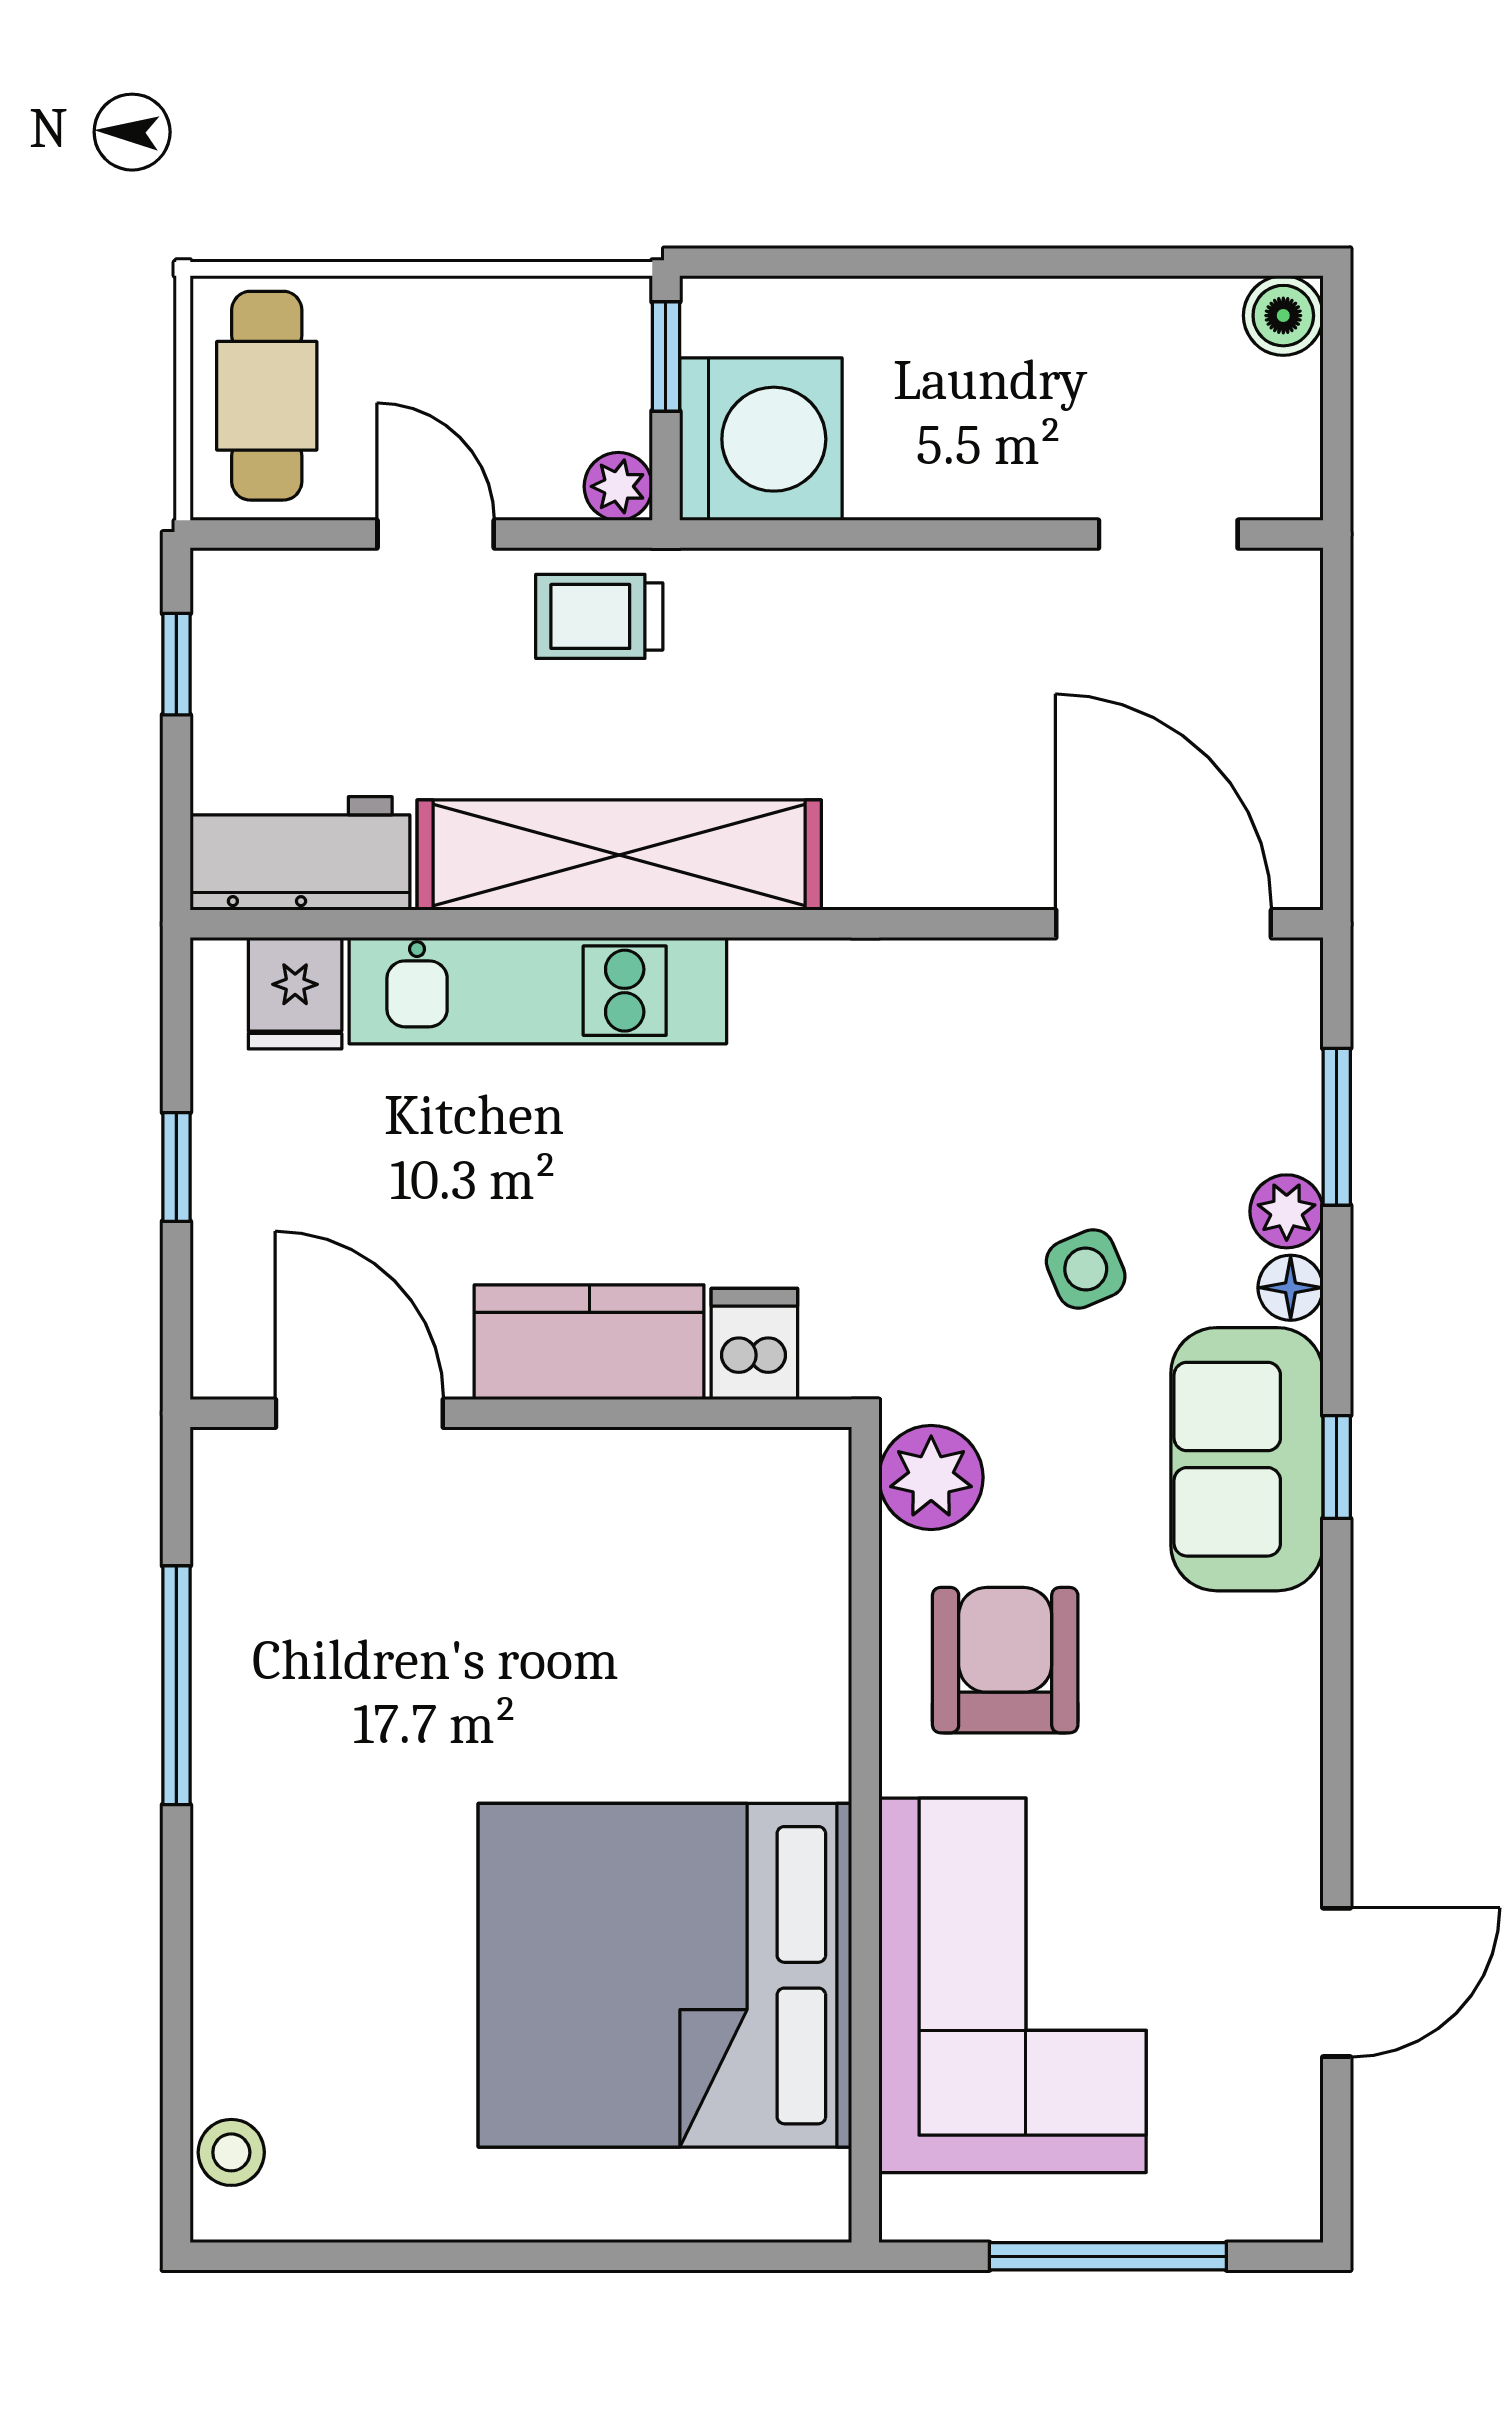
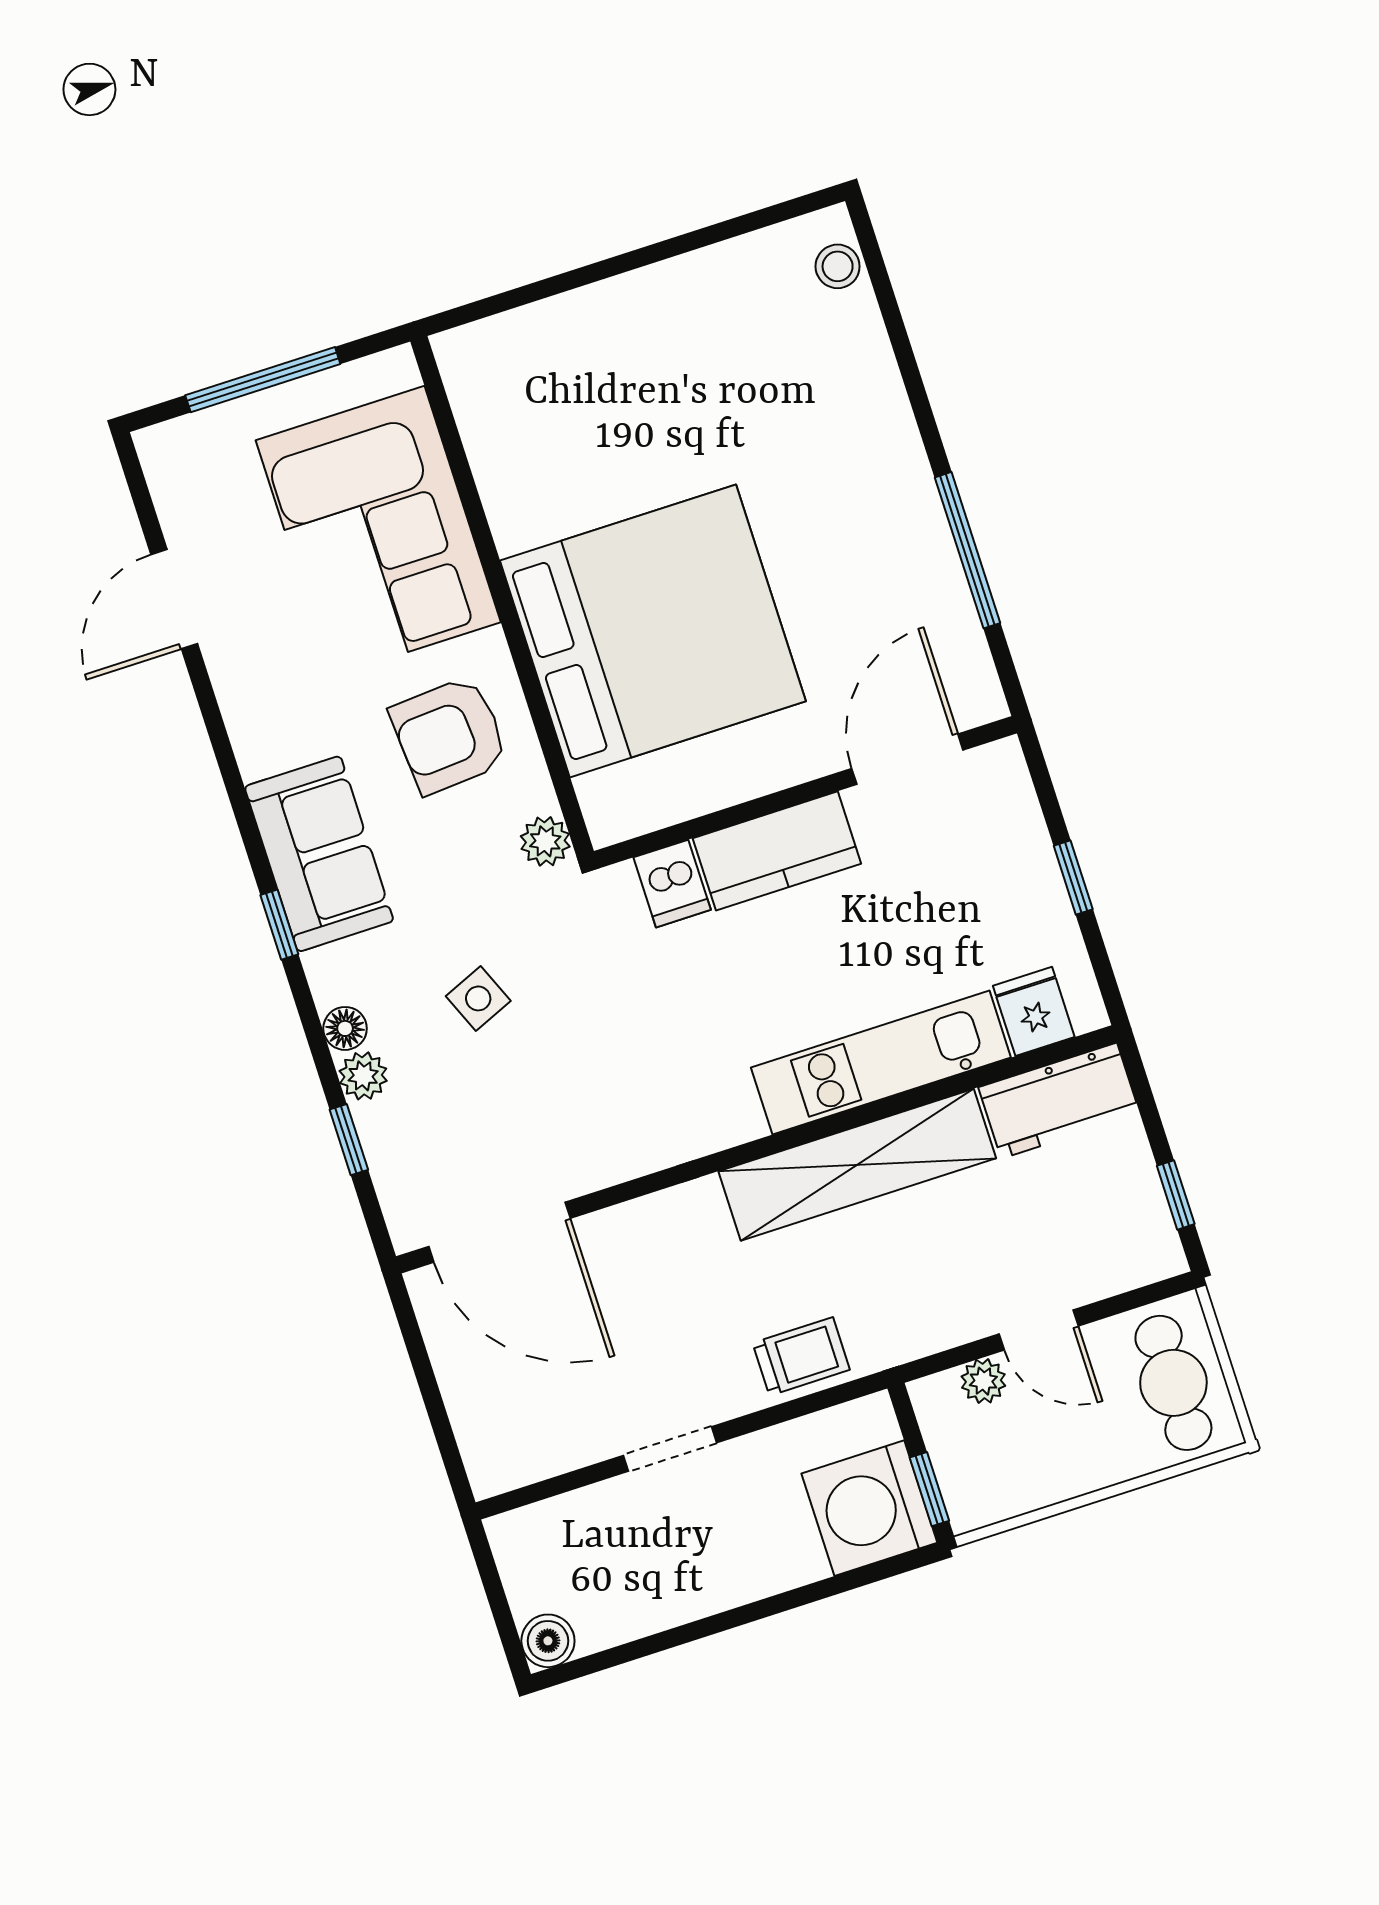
washing machine: (761, 439) -> (869, 1508), moved
plant: (618, 486) -> (983, 1381), moved
doorway: (1168, 534) -> (670, 1449), moved
trolley: (599, 616) -> (801, 1356), moved
window: (1337, 1127) -> (349, 1140), width x0.67
door: (359, 1413) -> (907, 759), swing flipped
sofa: (1247, 1459) -> (319, 854), moved
plant: (931, 1477) -> (545, 841), width x0.73, depth x0.73
armchair: (1005, 1660) -> (449, 735), turned 86
bed: (665, 1975) -> (653, 631), moved

